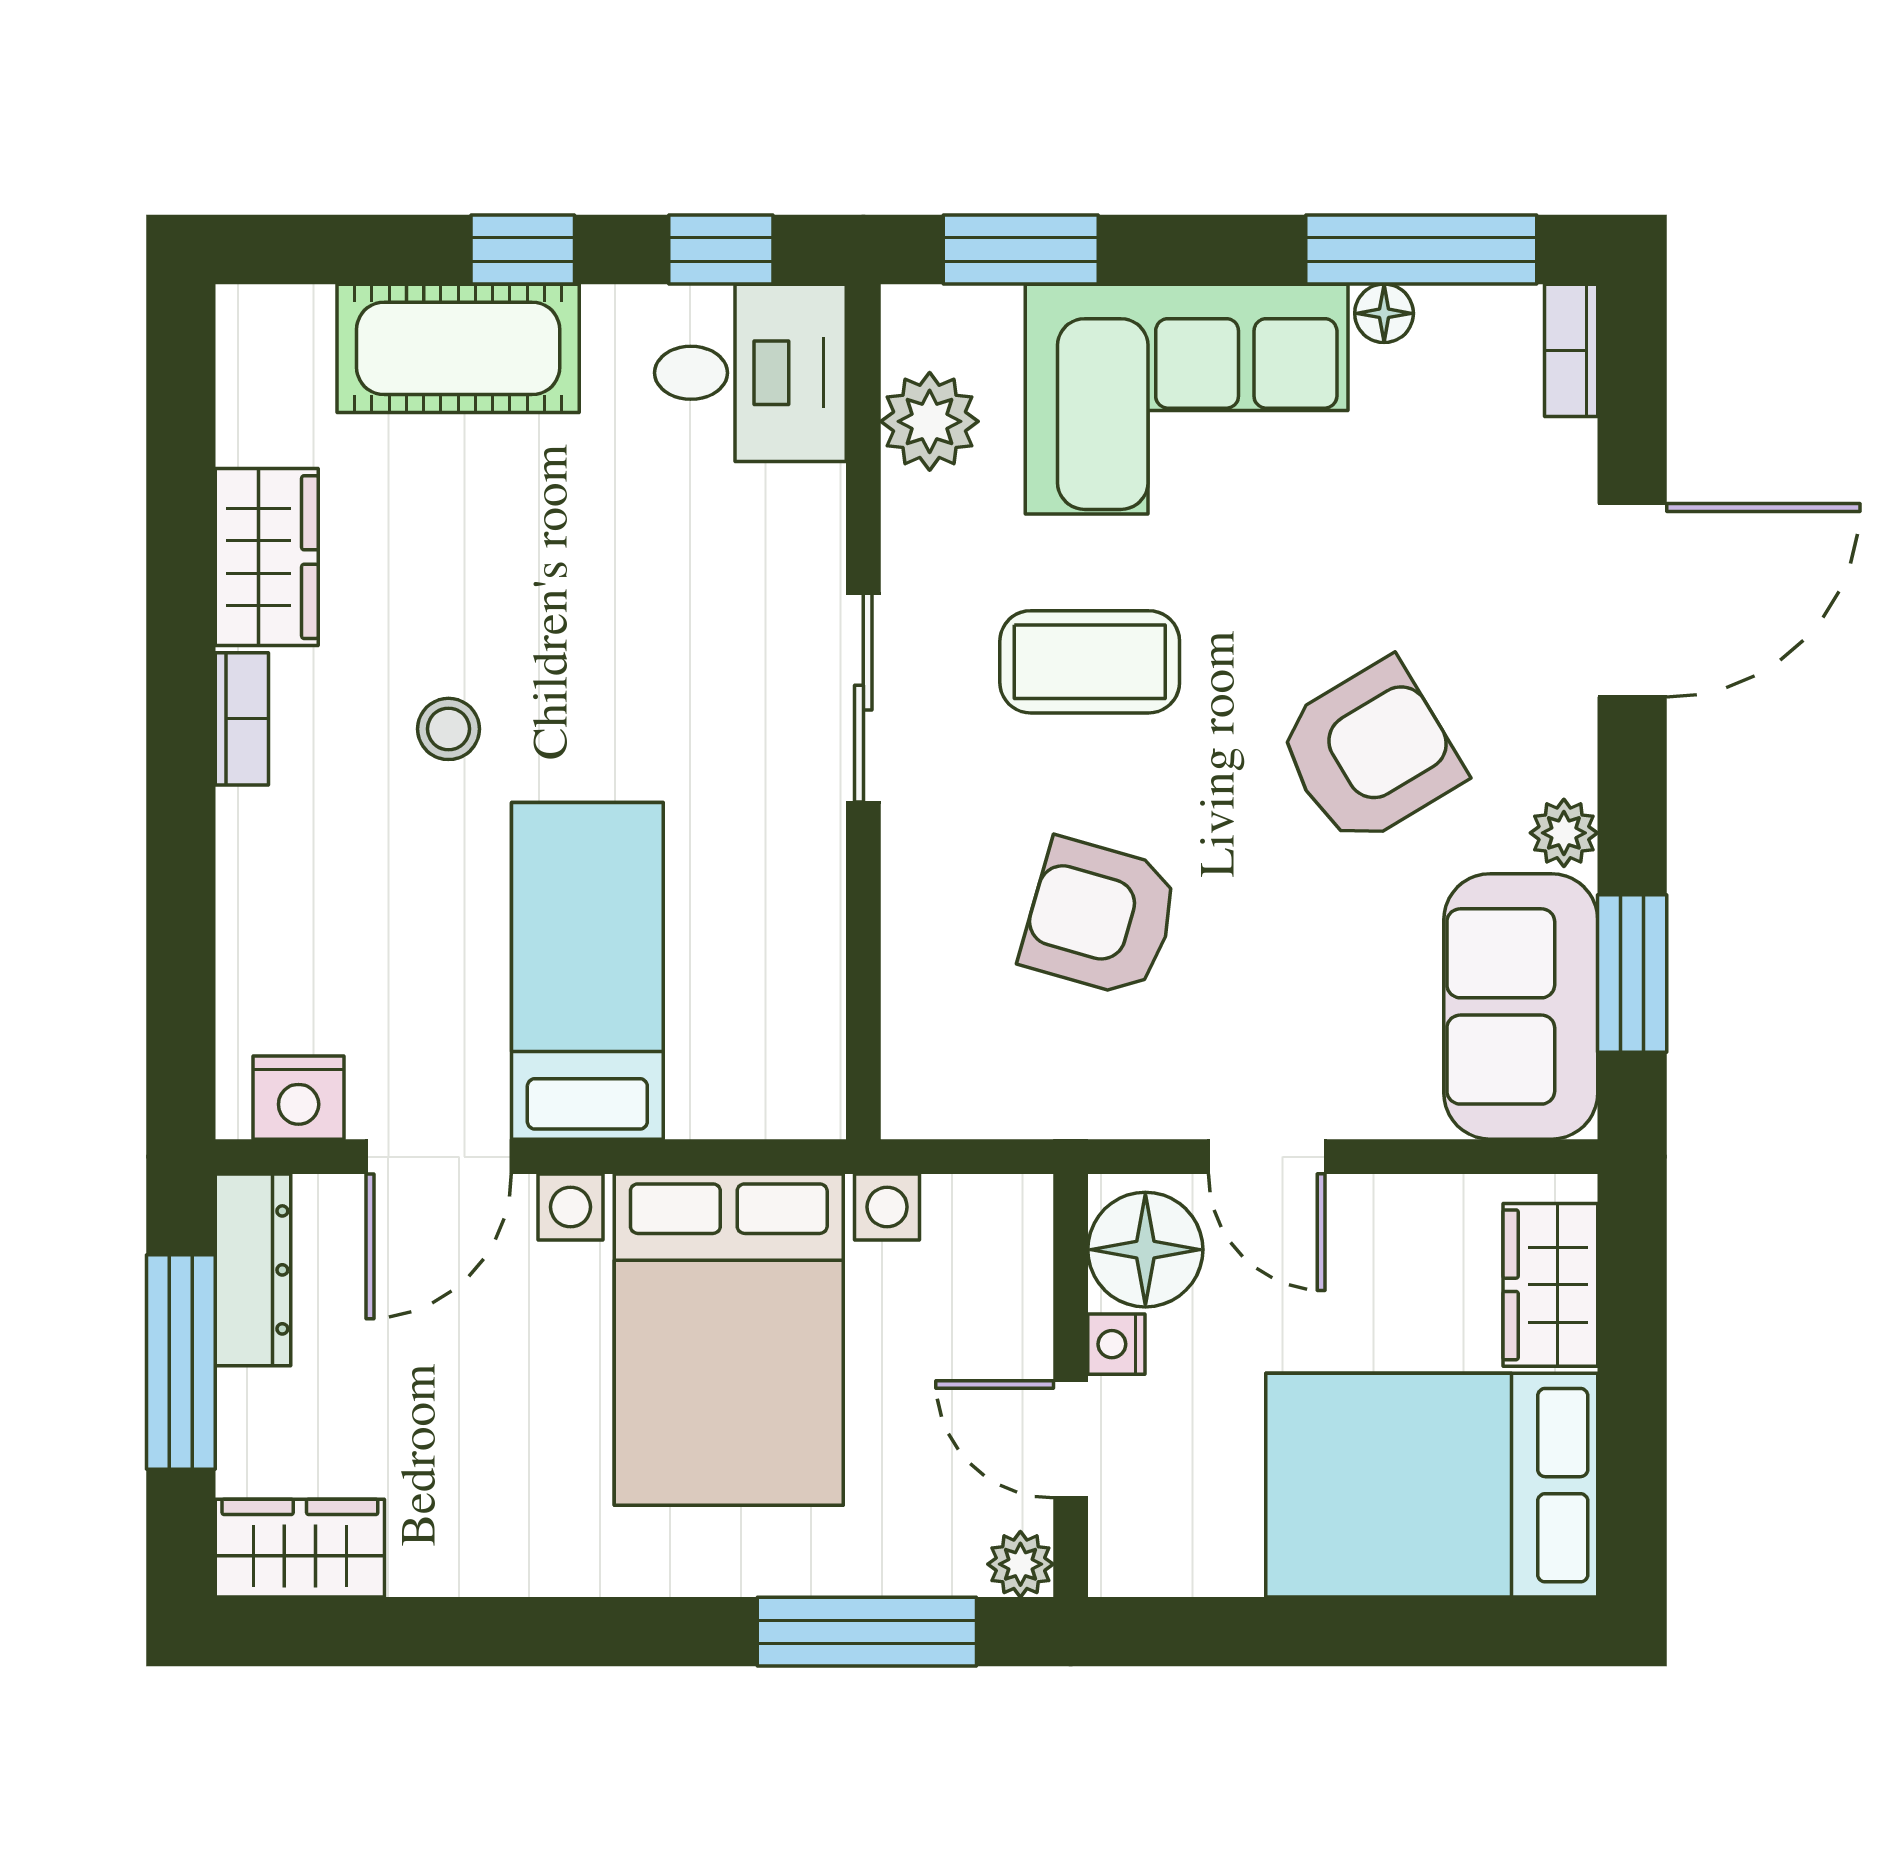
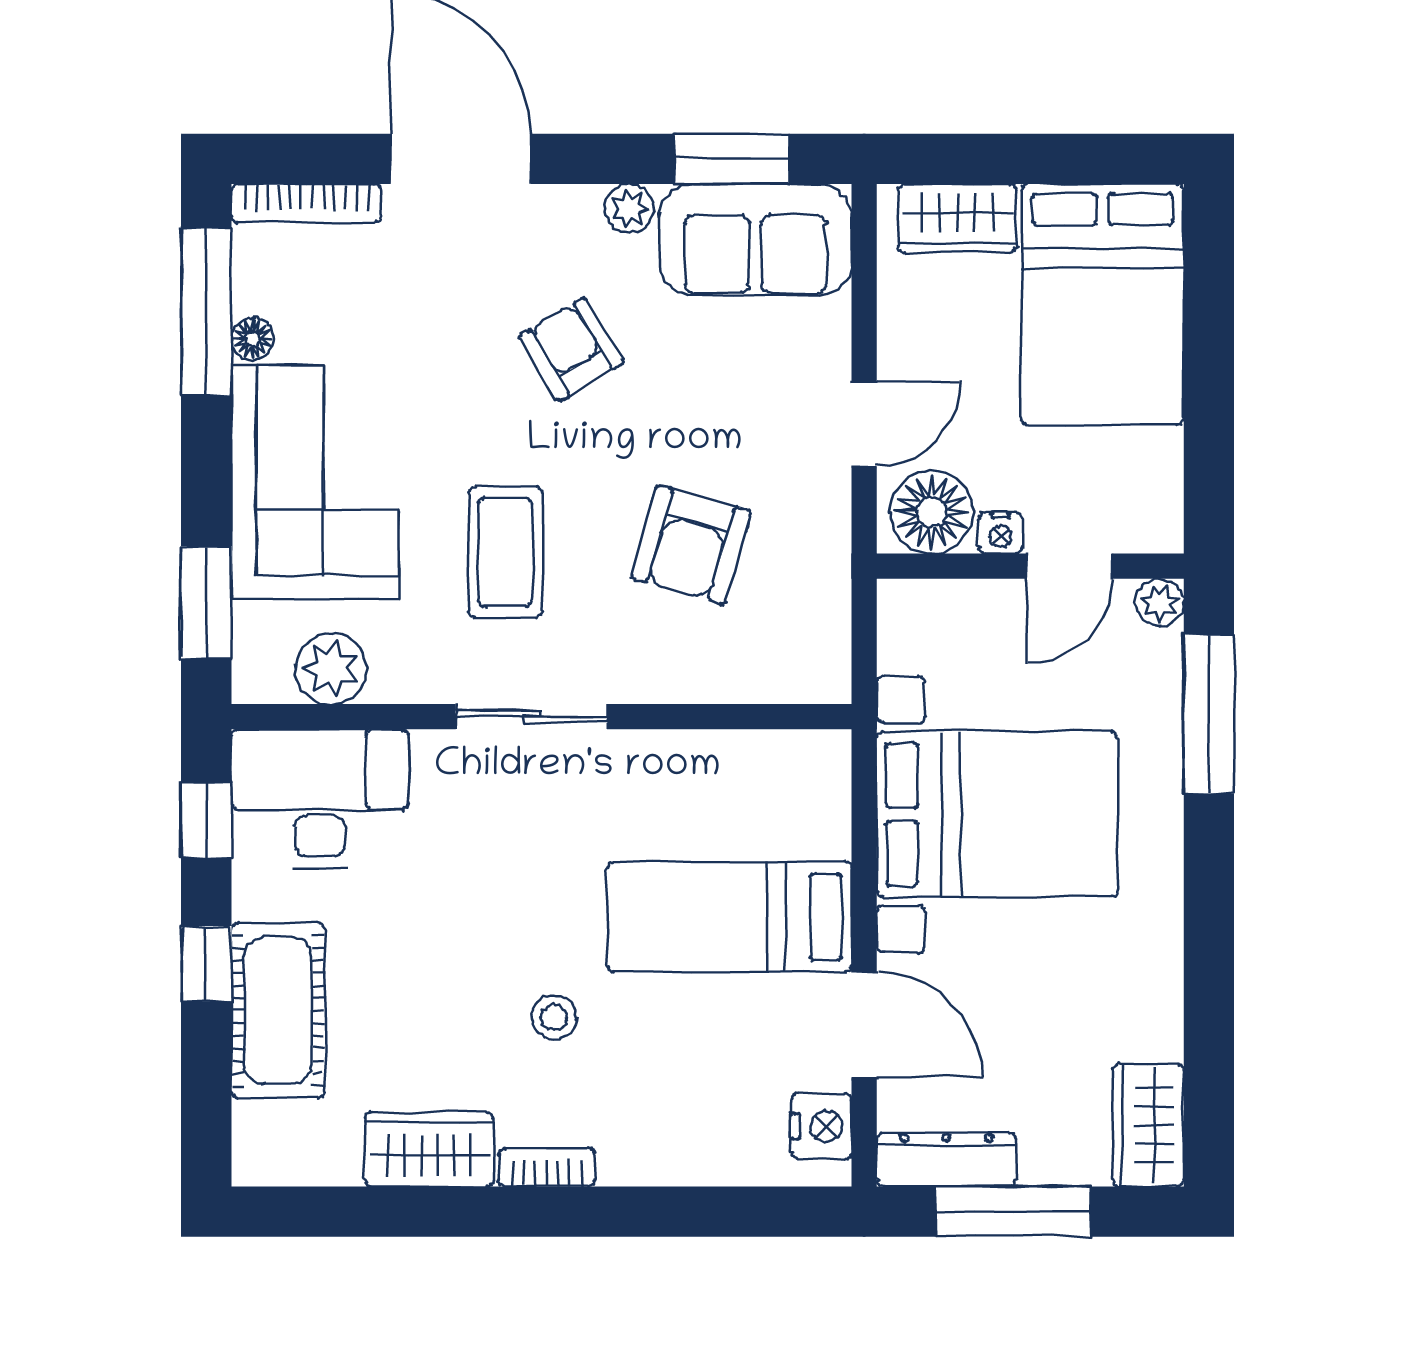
bookcase: (1571, 350) -> (306, 203), width x1.56
desk: (750, 373) -> (320, 799), width x1.37
armchair: (1370, 753) -> (571, 349), width x0.72, depth x0.72

